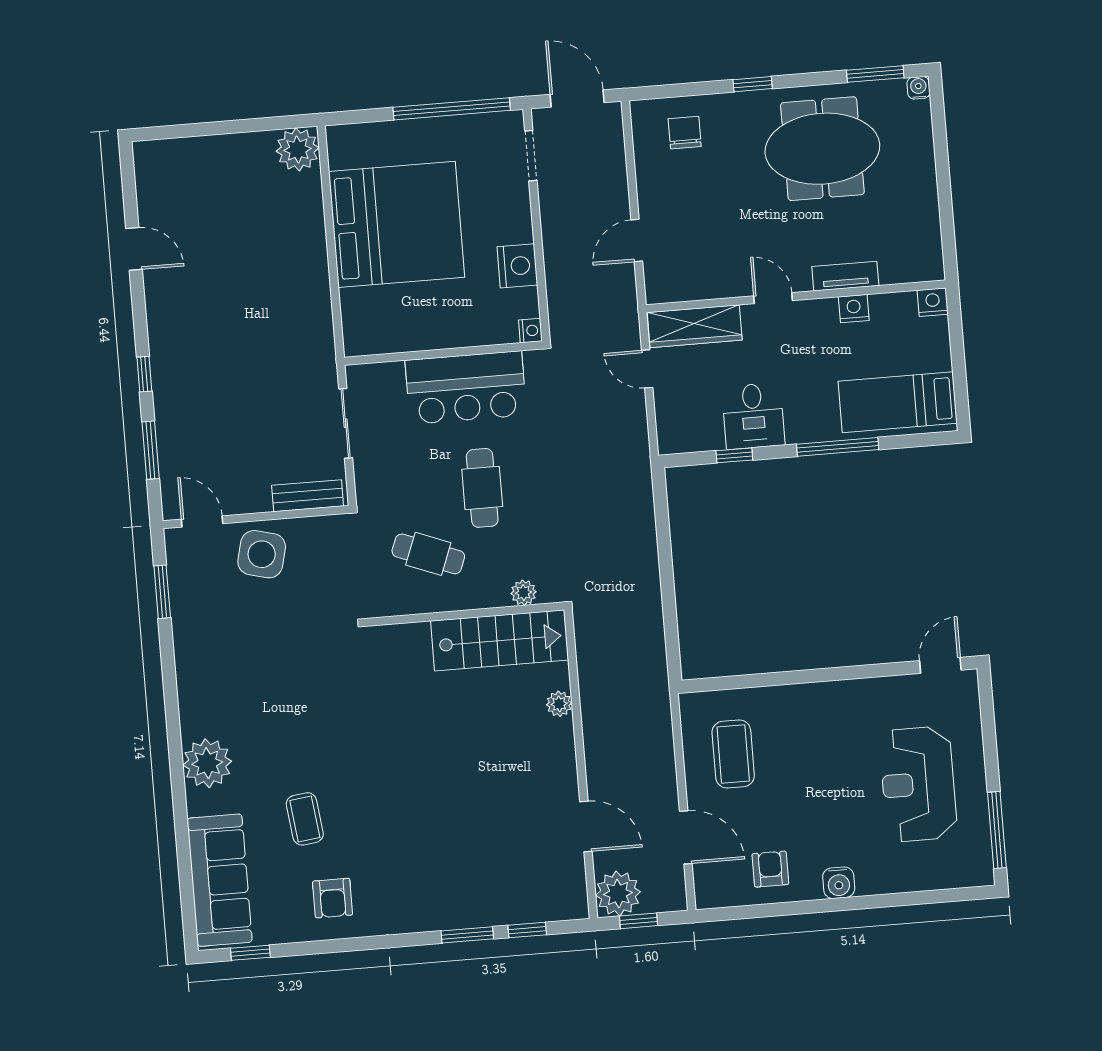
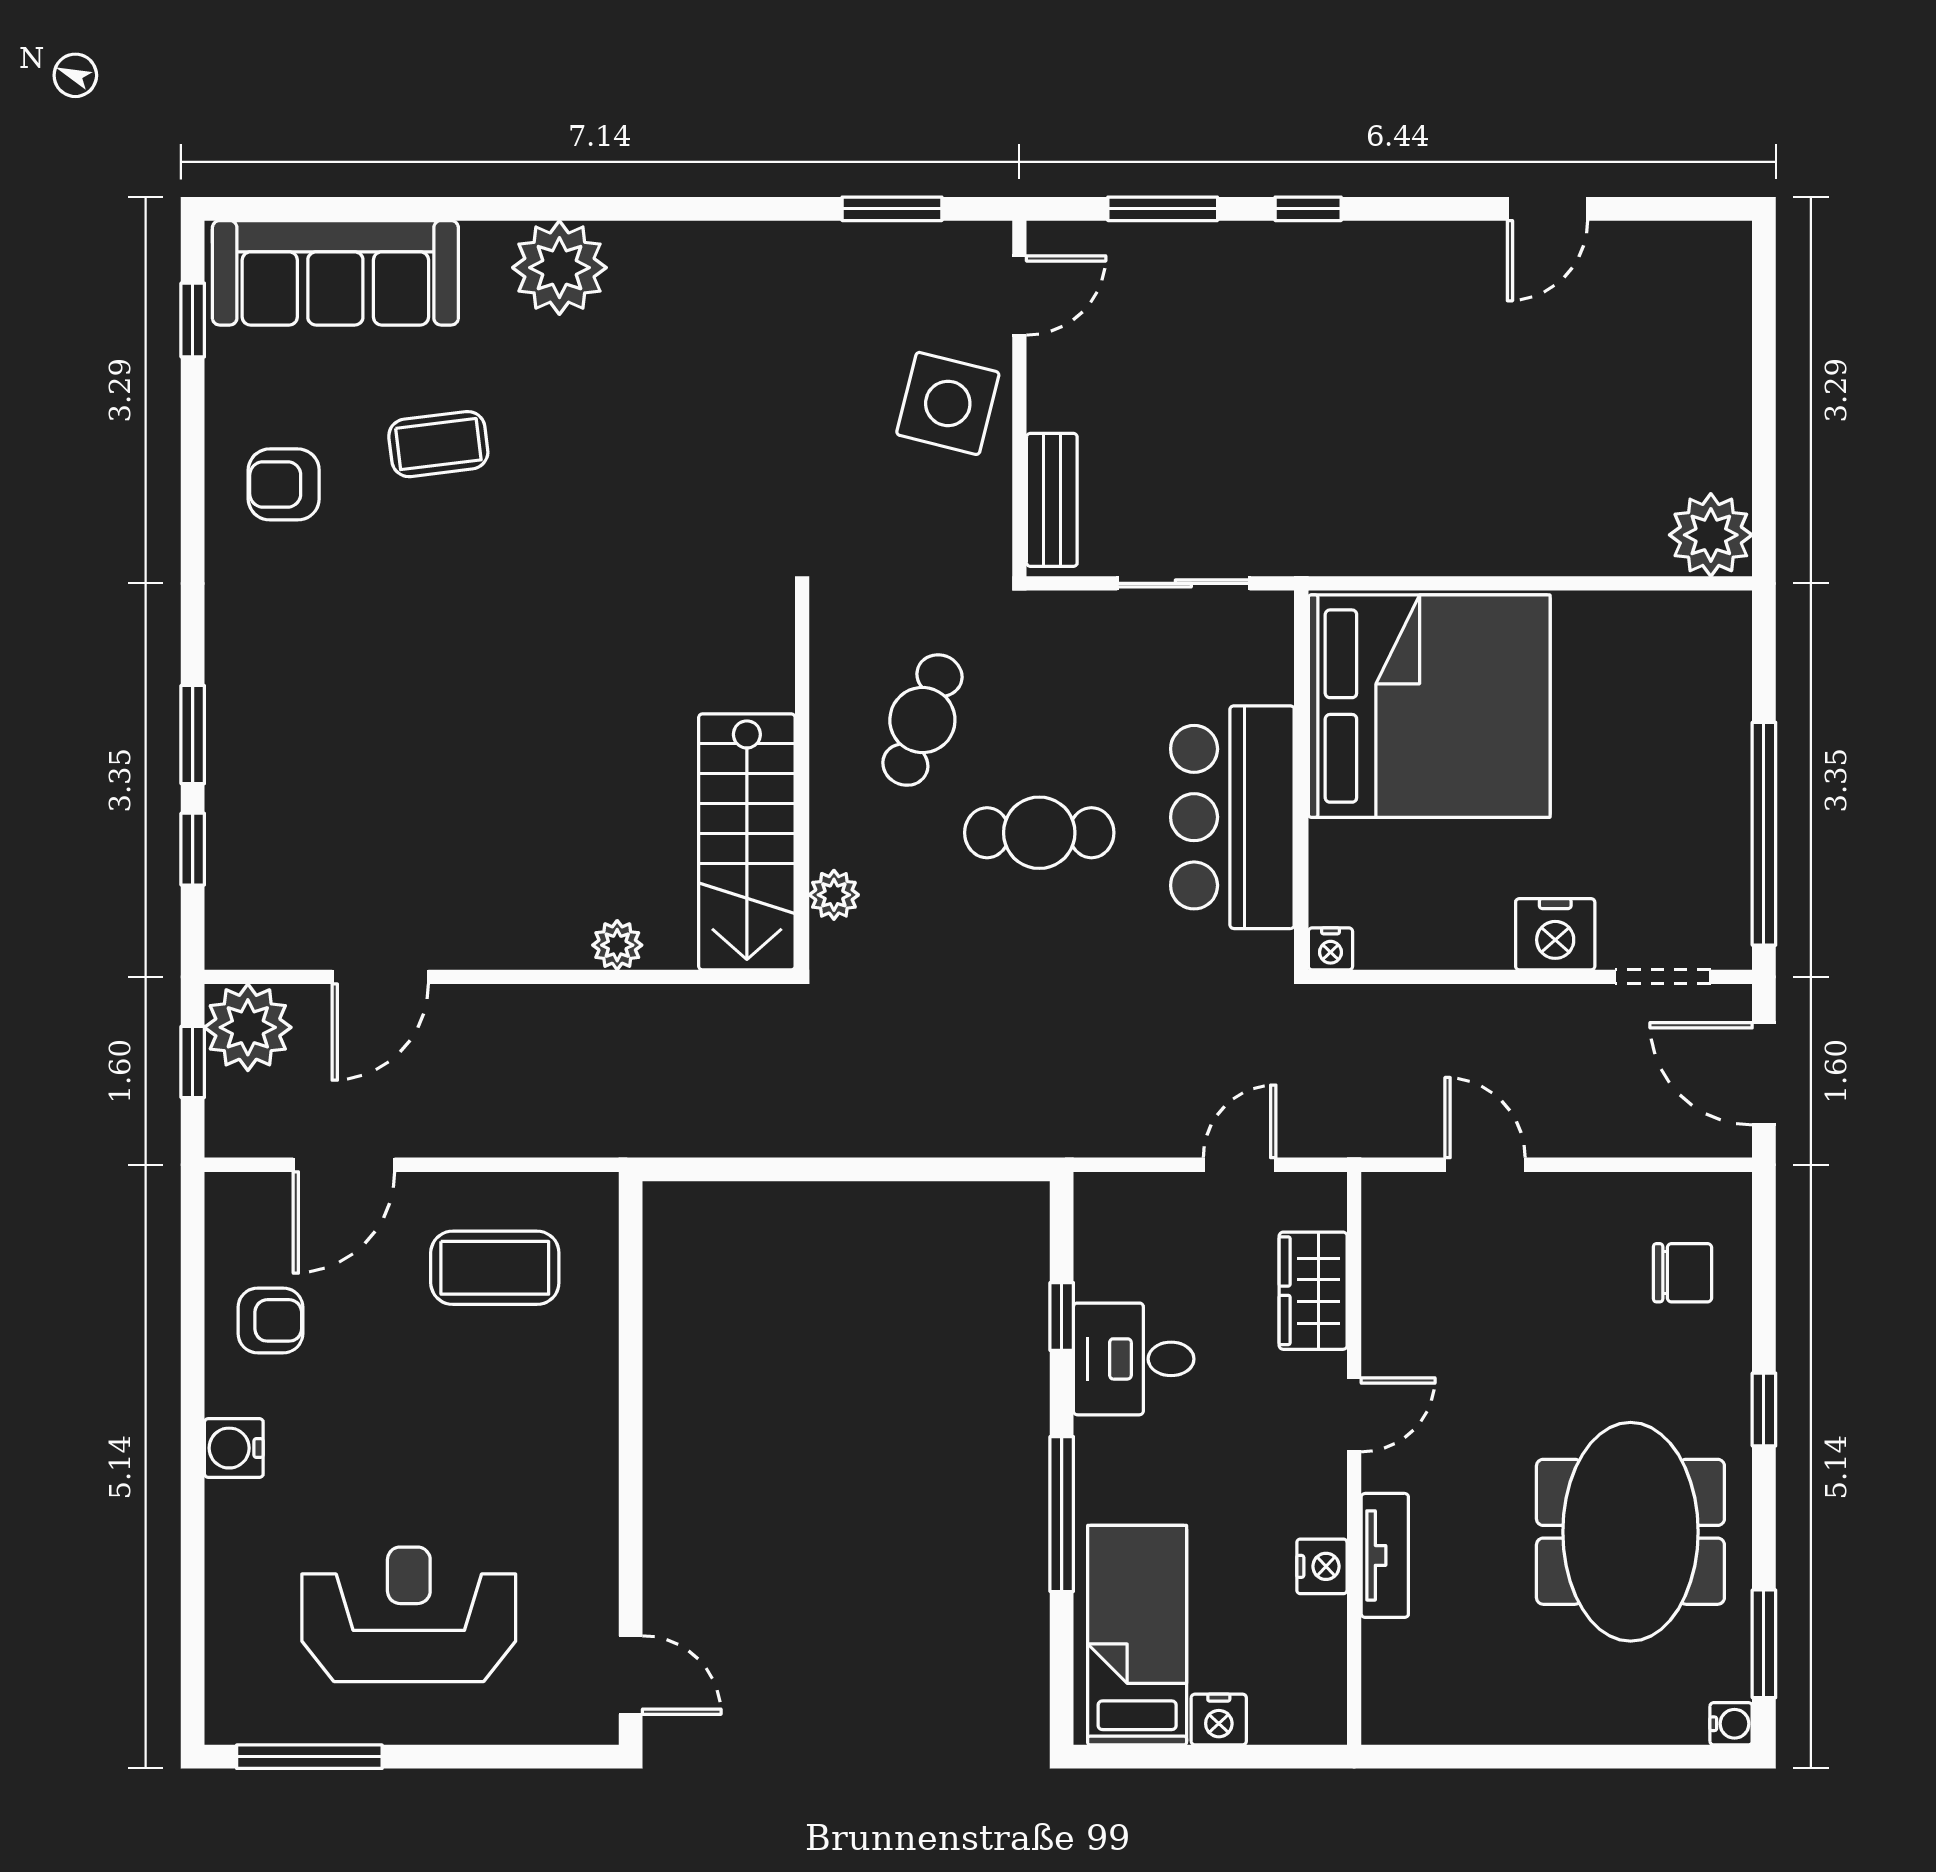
door: (577, 99) -> (1764, 1074), swing flipped
bed: (397, 224) -> (1429, 706), moved, turned -90
nightstand: (517, 266) -> (1555, 934), moved
nightstand: (933, 302) -> (1219, 1720), moved, turned 90
wardrobe: (695, 326) -> (1313, 1291), width x0.67

